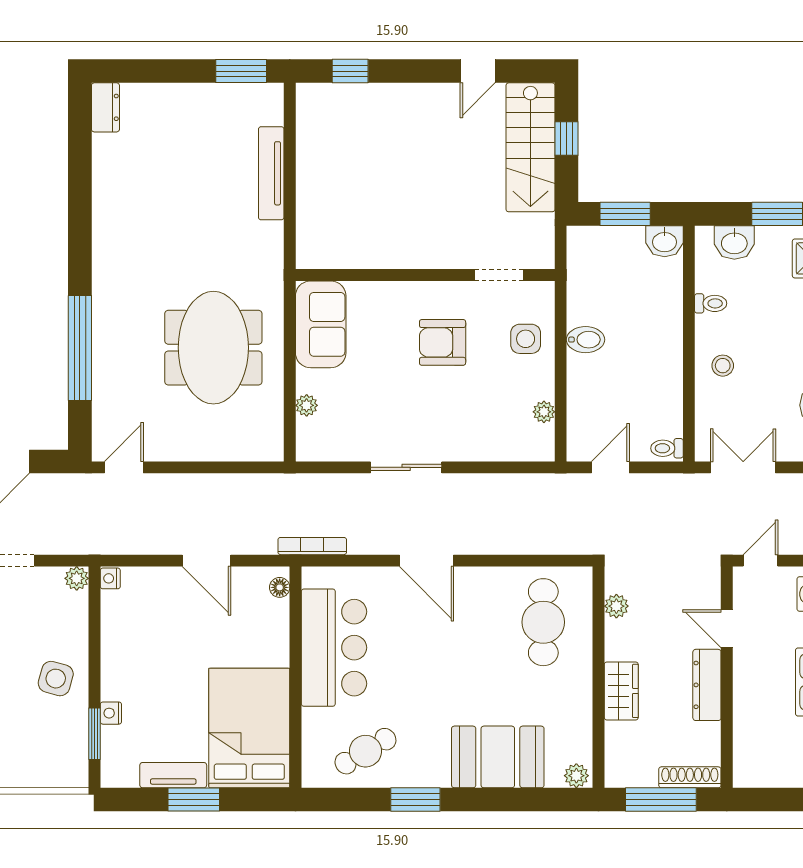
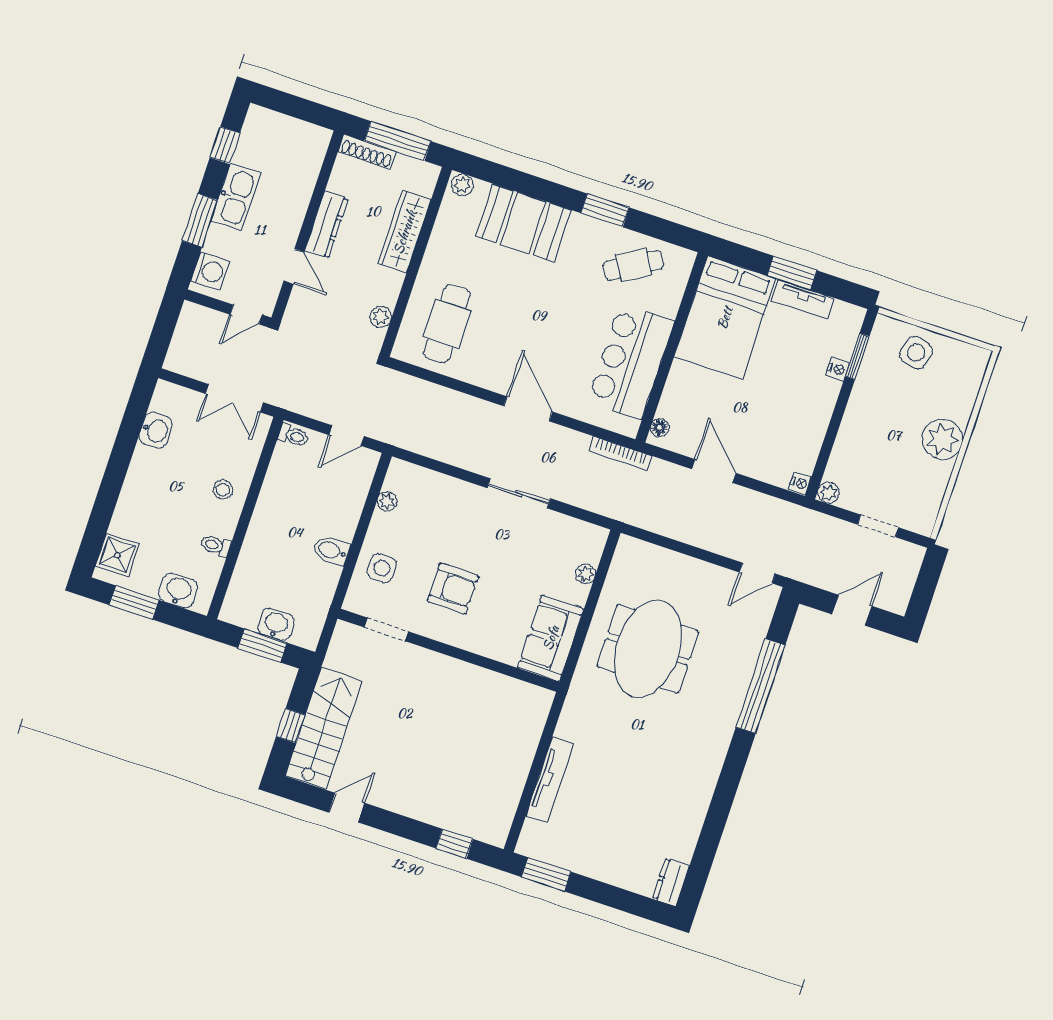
washbasin: (665, 241) -> (276, 624), moved
side table: (56, 679) -> (916, 353), moved
wardrobe: (621, 691) -> (405, 232), width x1.50

